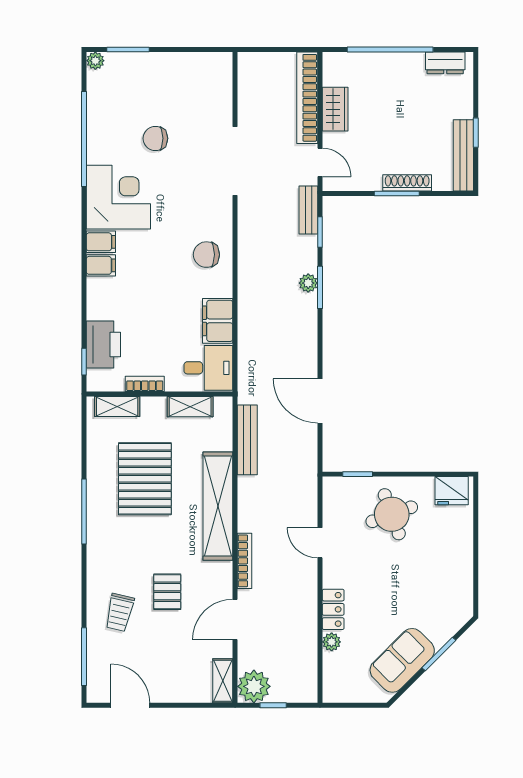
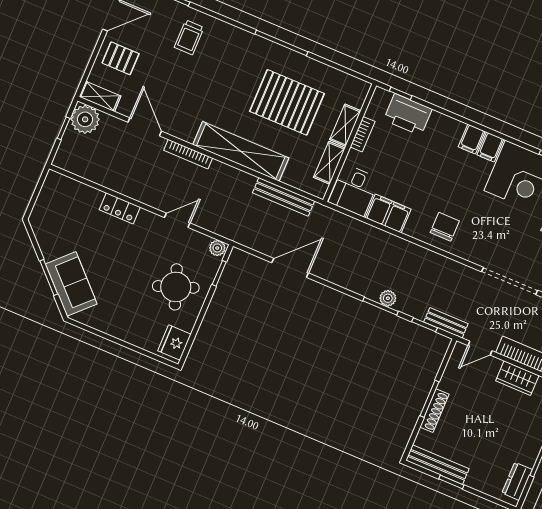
shelving: (117, 406) -> (345, 125), moved
pallet: (167, 592) -> (121, 58), moved
trolley: (120, 612) -> (189, 37), turned -103
plant: (332, 642) -> (217, 248), moved
sofa: (402, 660) -> (71, 284), moved

